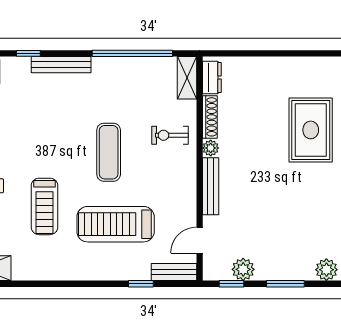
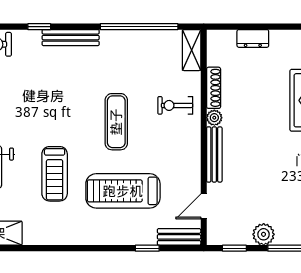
dresser: (212, 77) -> (253, 38), moved, turned 90
plant: (243, 269) -> (264, 234), moved

